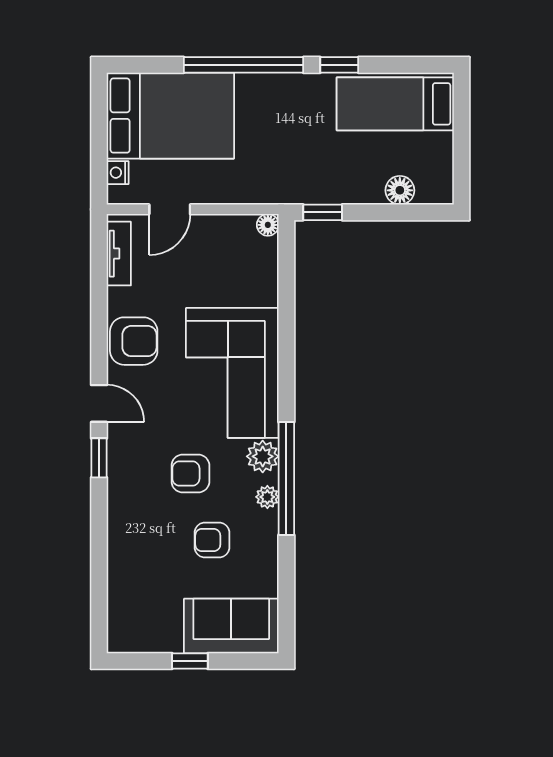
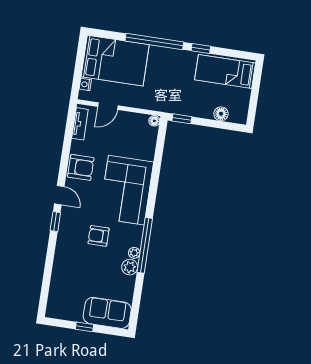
plant: (263, 456) -> (130, 267), moved
armchair: (212, 540) -> (104, 270), removed

